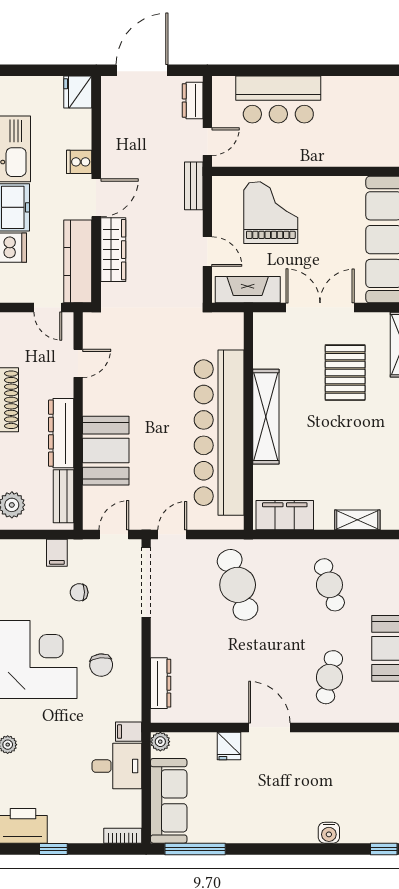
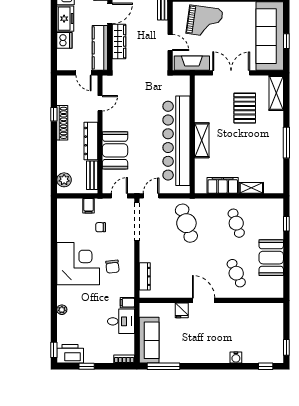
grand piano: (271, 213) -> (204, 21), turned 98
shelving: (266, 417) -> (202, 140), width x0.68
filing cabinet: (285, 515) -> (223, 185), moved
cafe table: (329, 677) -> (236, 273), turned -36
plant: (160, 742) -> (145, 308), removed

